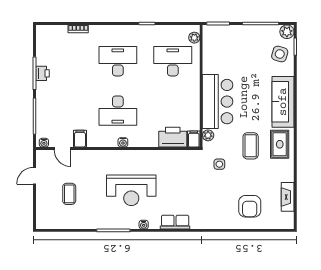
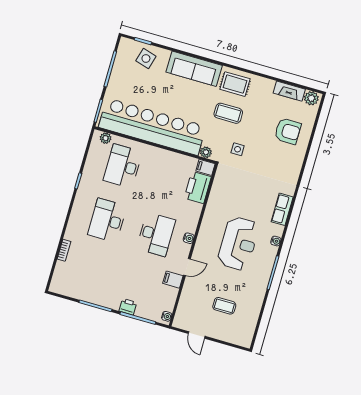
plant: (287, 32) -> (311, 98), moved
printer: (42, 73) -> (128, 307), moved
bar counter: (218, 102) -> (152, 127), width x1.86
door: (62, 148) -> (187, 267), moved

